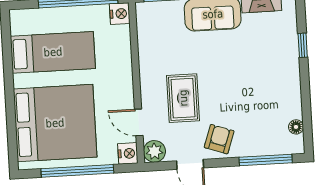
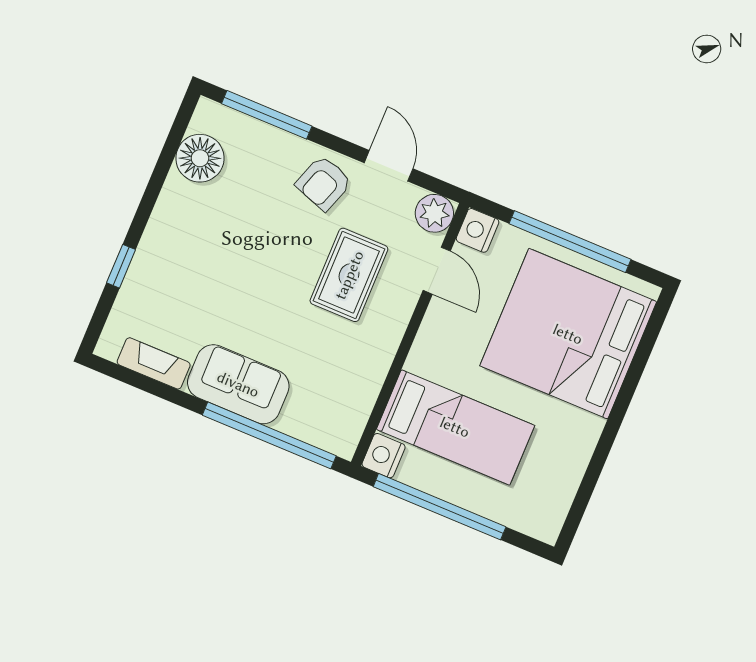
bed: (53, 52) -> (455, 427), moved, turned 180
floor lamp: (296, 127) -> (200, 158), width x1.89, depth x1.89

